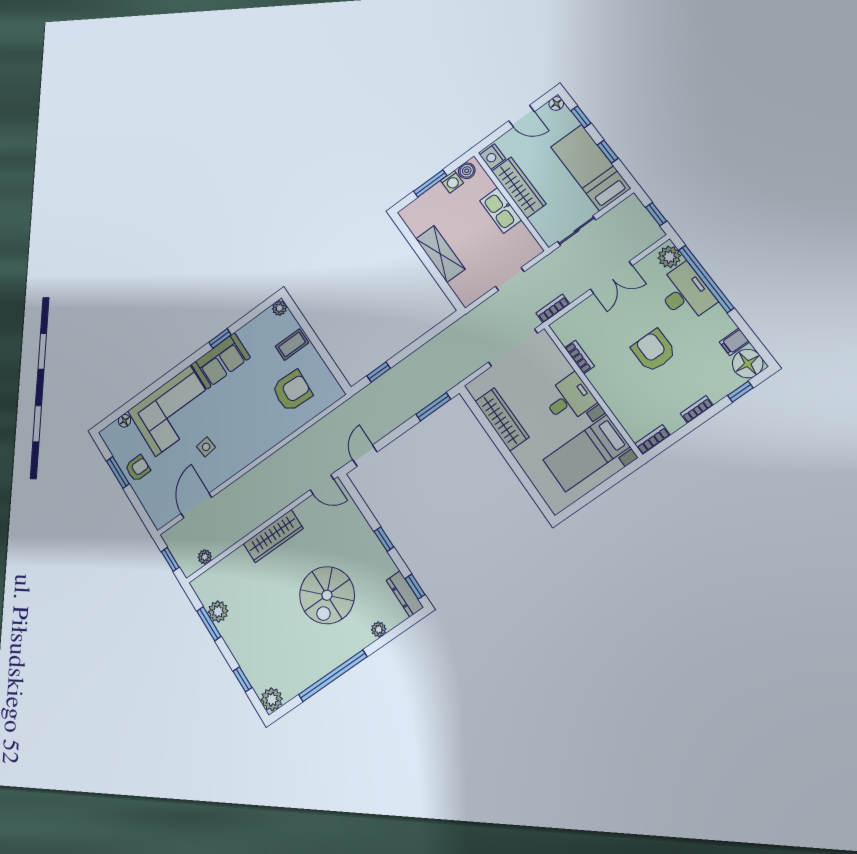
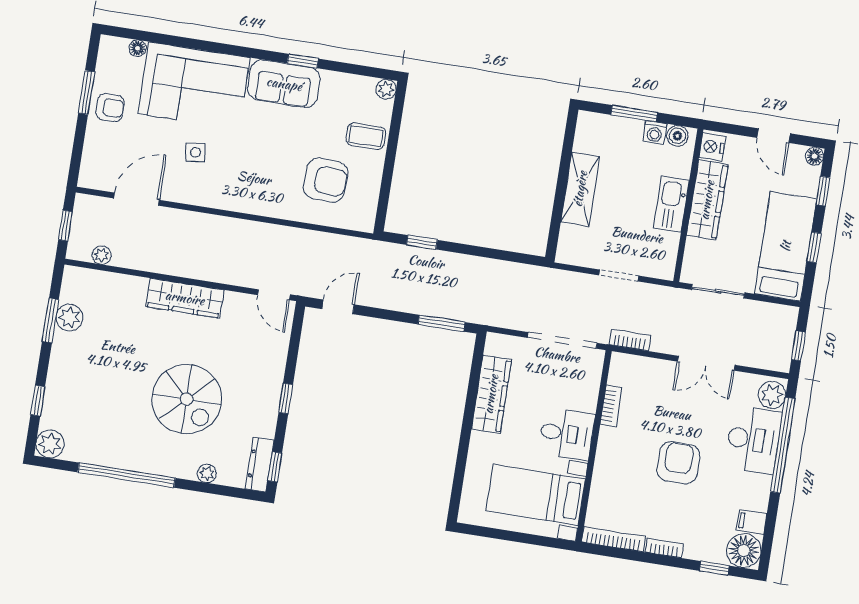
bookcase: (652, 440) -> (613, 539), width x1.56
spiral stairs: (327, 595) -> (187, 399), turned -90

